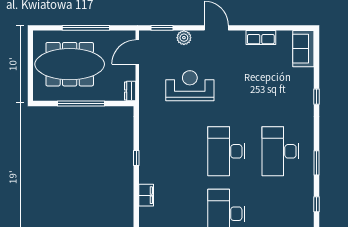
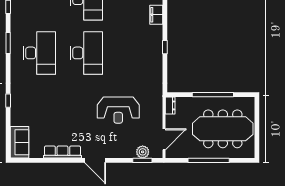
row of seats: (261, 37) -> (63, 152), width x1.48
plant: (184, 38) -> (143, 152), moved

